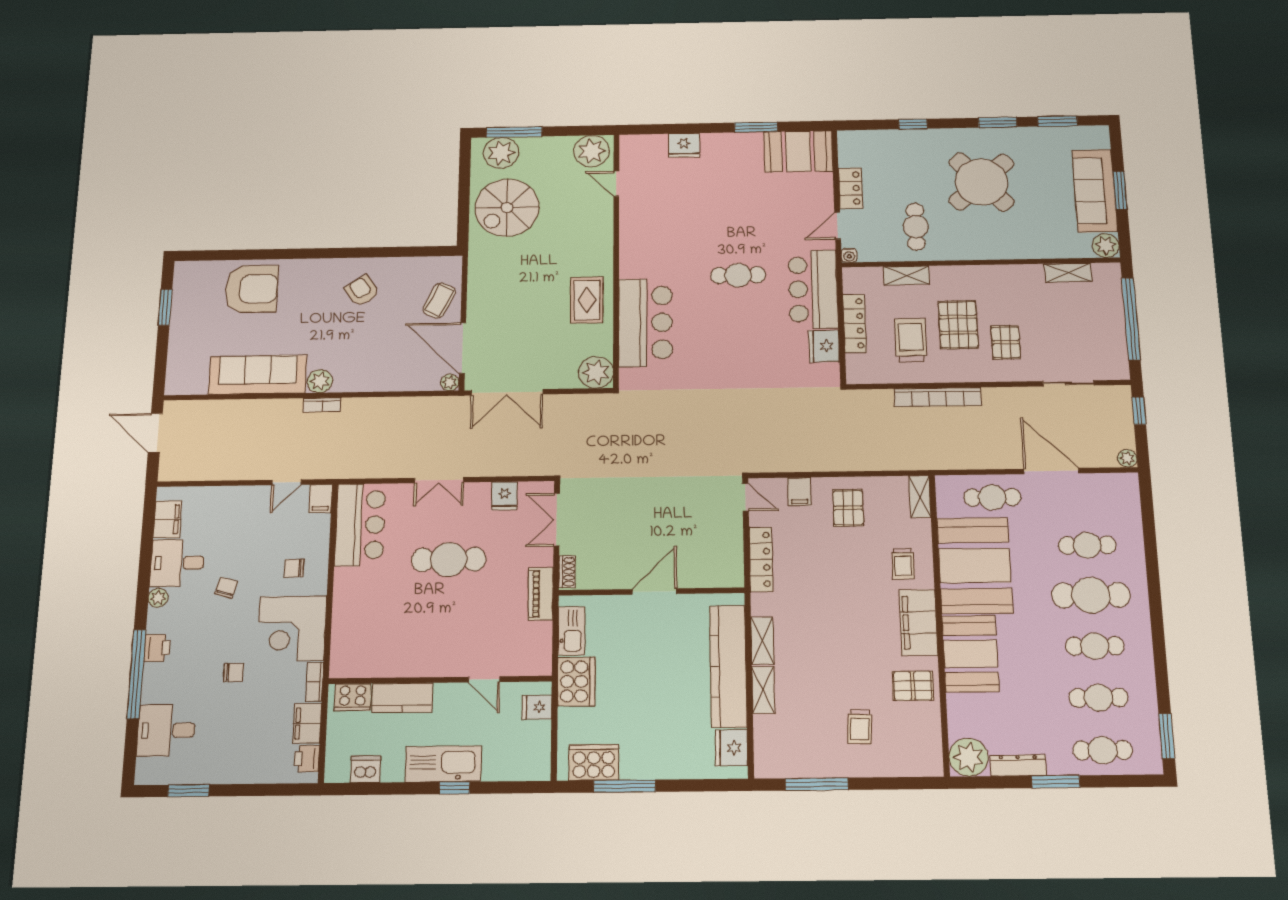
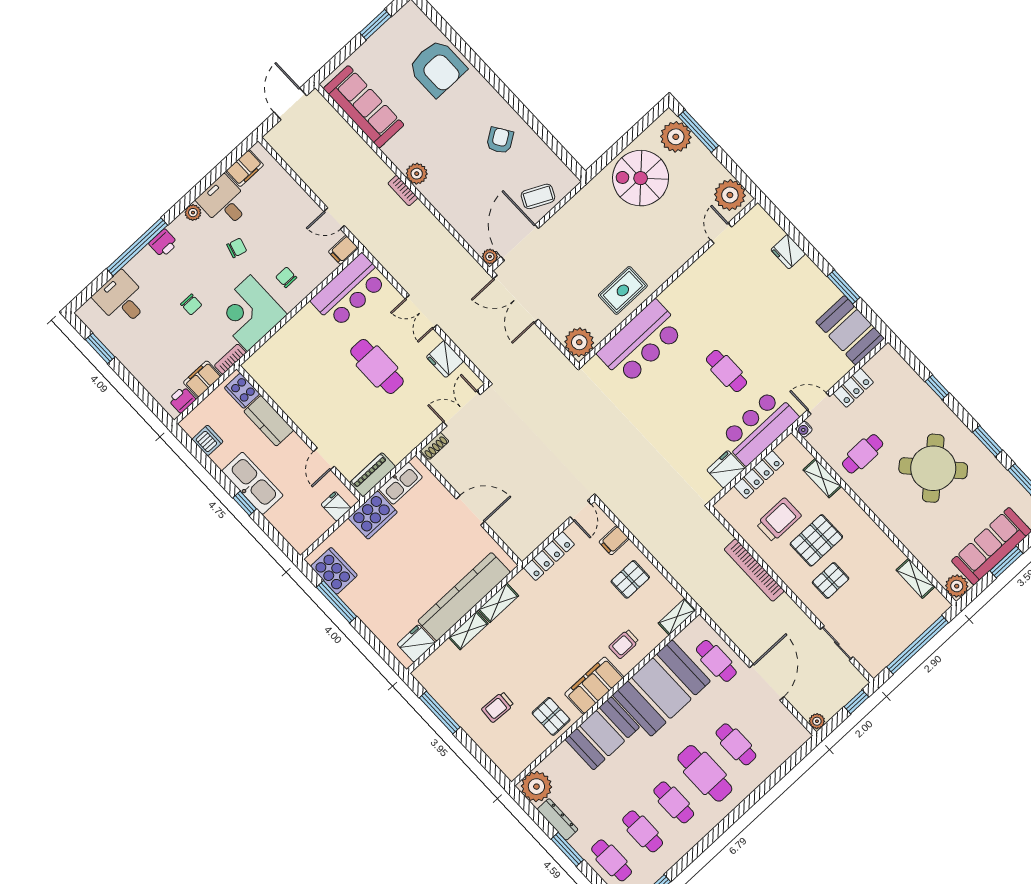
sofa: (258, 375) -> (364, 107), moved
fridge: (504, 496) -> (445, 359), width x1.38
piano: (541, 594) -> (373, 475), moved

